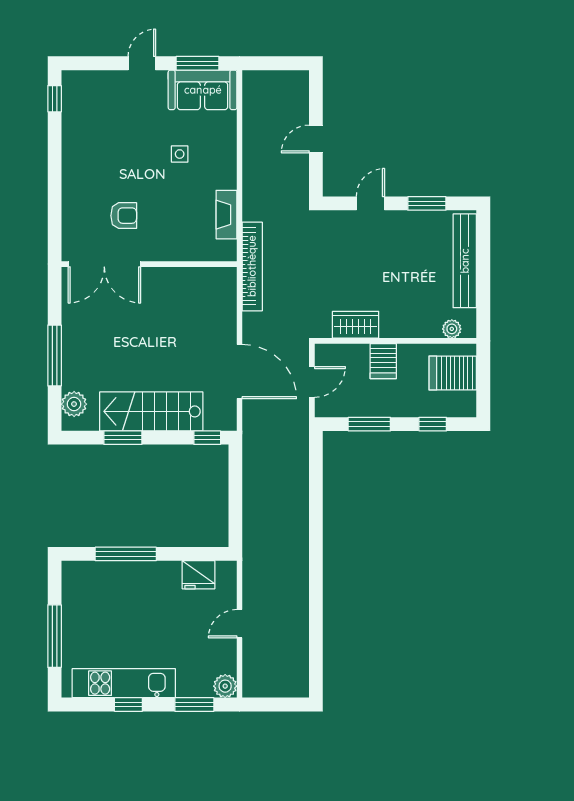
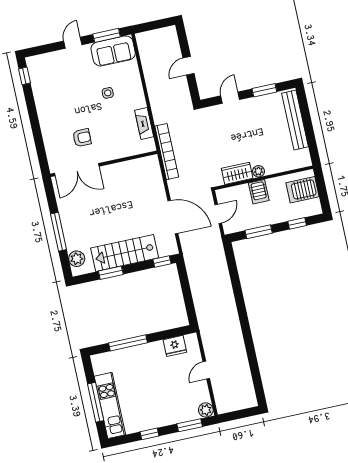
plant: (452, 329) -> (259, 171), moved
kitchen unit: (124, 683) -> (110, 405), moved, turned 90

